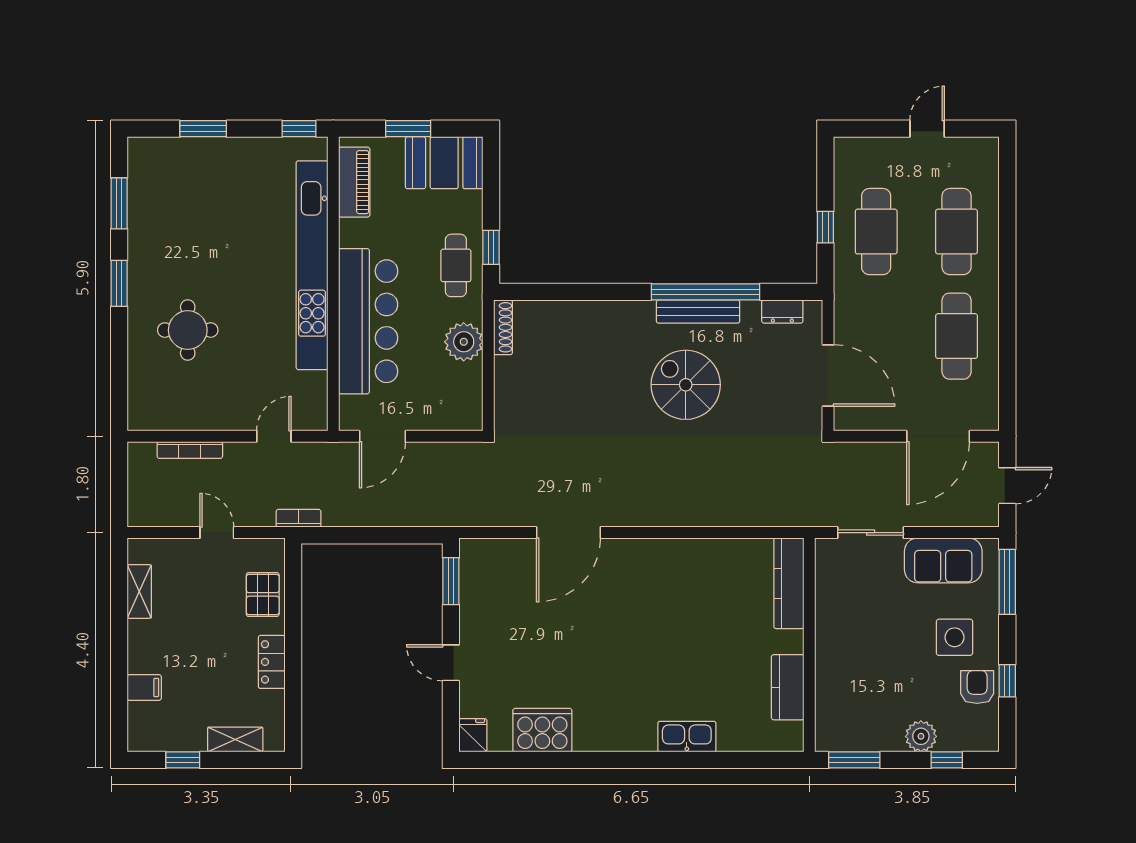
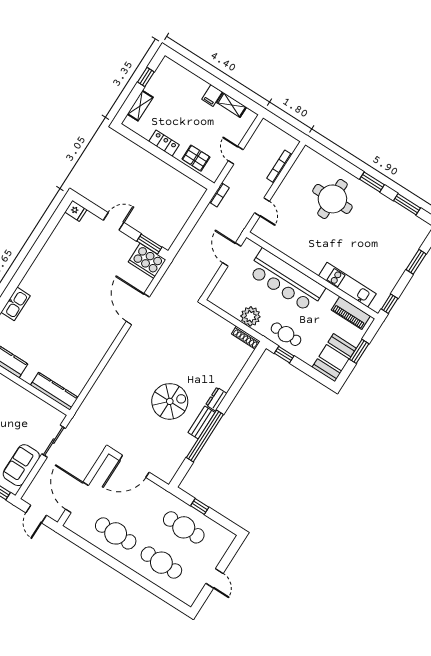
kitchen unit: (312, 265) -> (347, 285), width x0.54
dresser: (782, 311) -> (216, 399), moved
bench: (698, 312) -> (201, 422), width x0.73
round table: (188, 330) -> (332, 199), width x1.36, depth x1.36
door: (217, 533) -> (236, 155), swing flipped
filing cabinet: (144, 688) -> (212, 95), moved
cooker: (542, 730) -> (147, 261), moved, turned 90

